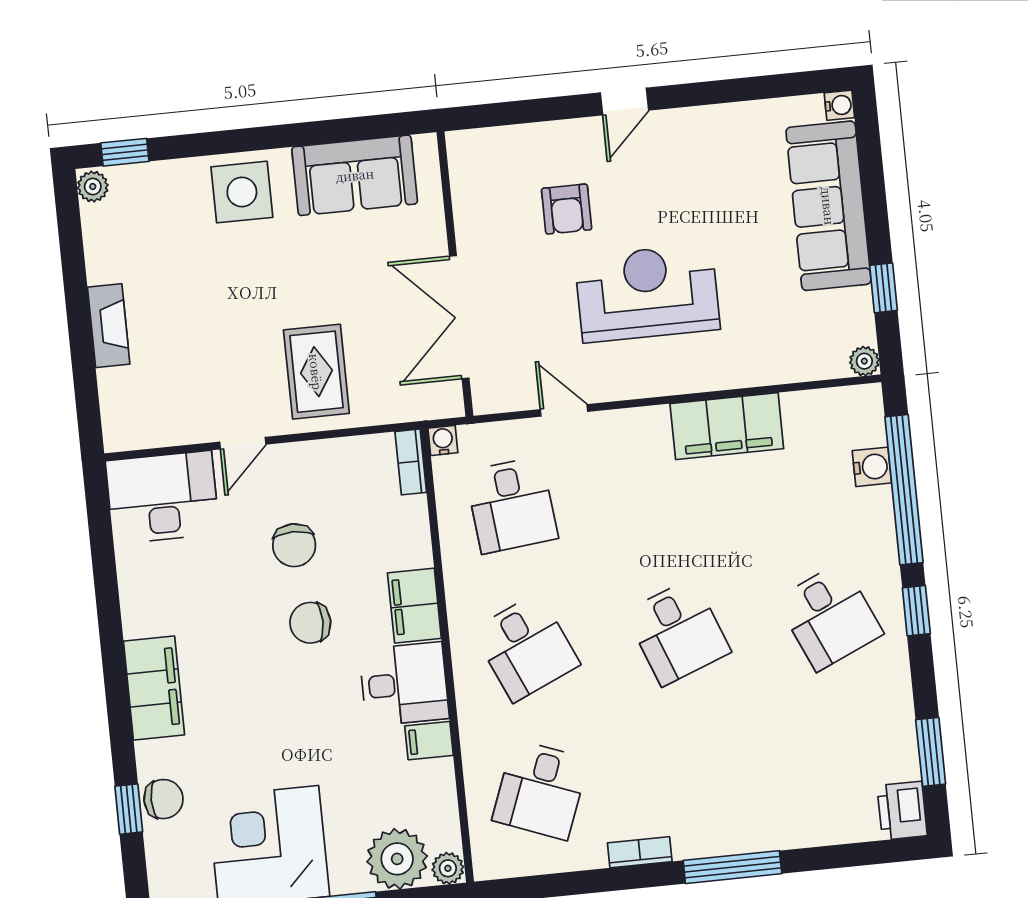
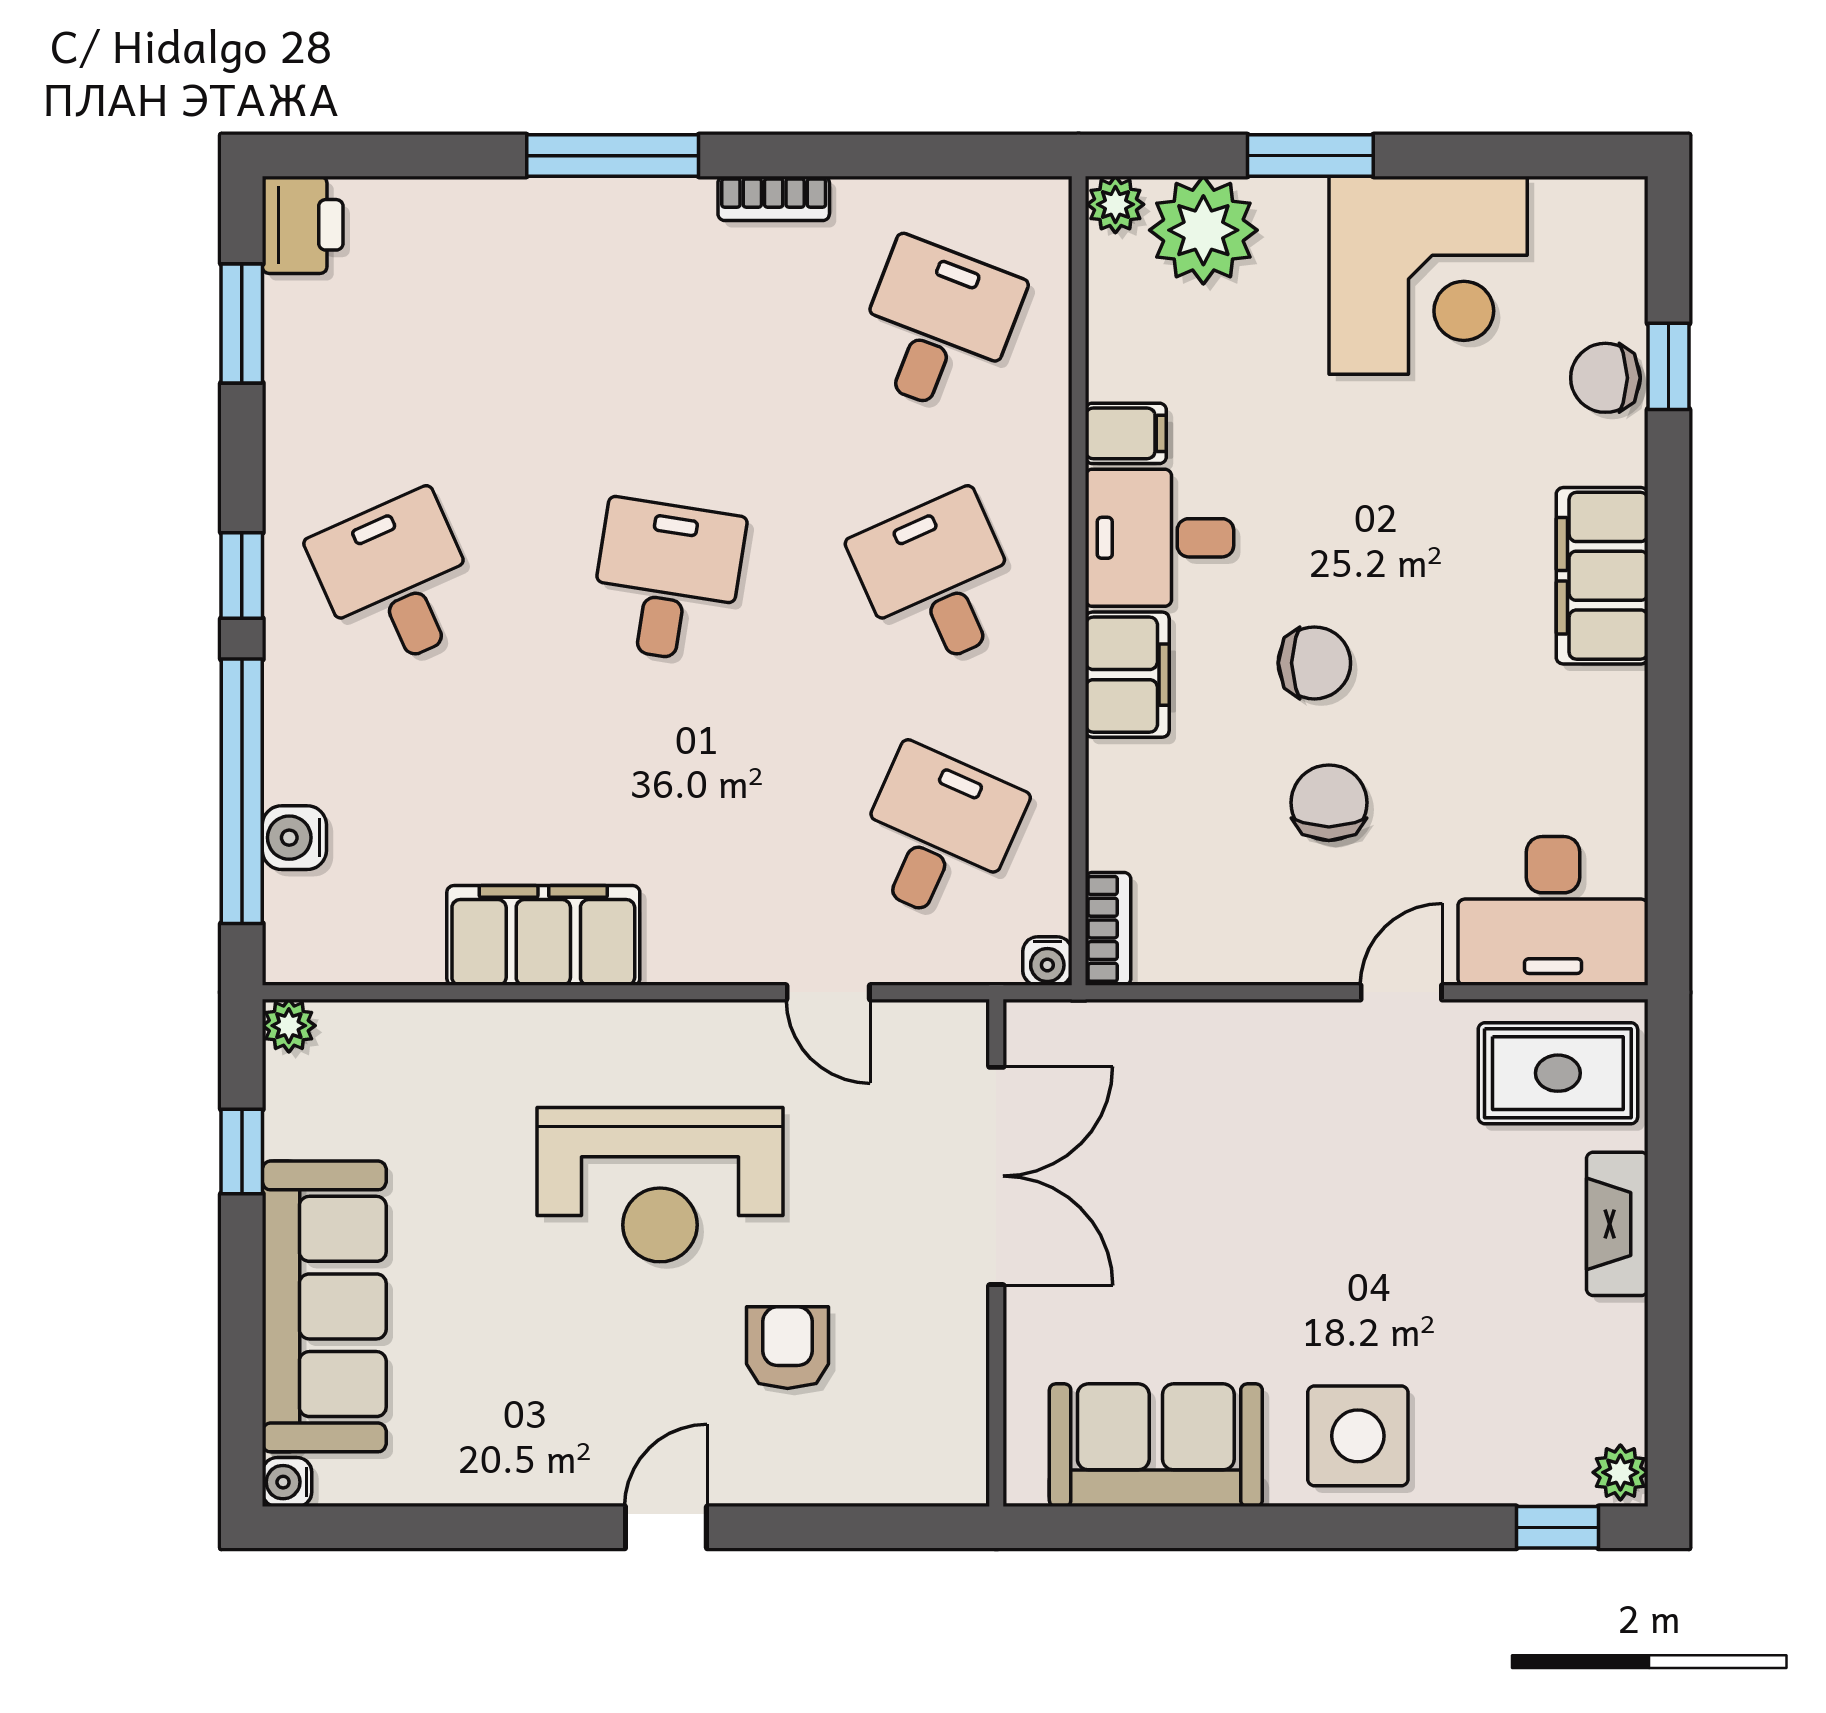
rug: (316, 372) -> (1558, 1073), moved, turned 90
desk: (512, 505) -> (938, 835), turned 30
desk: (678, 632) -> (667, 581), turned 30

